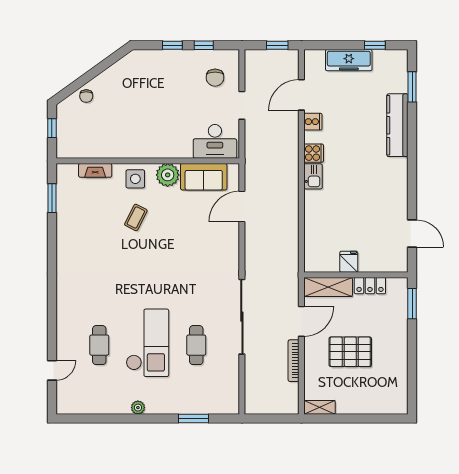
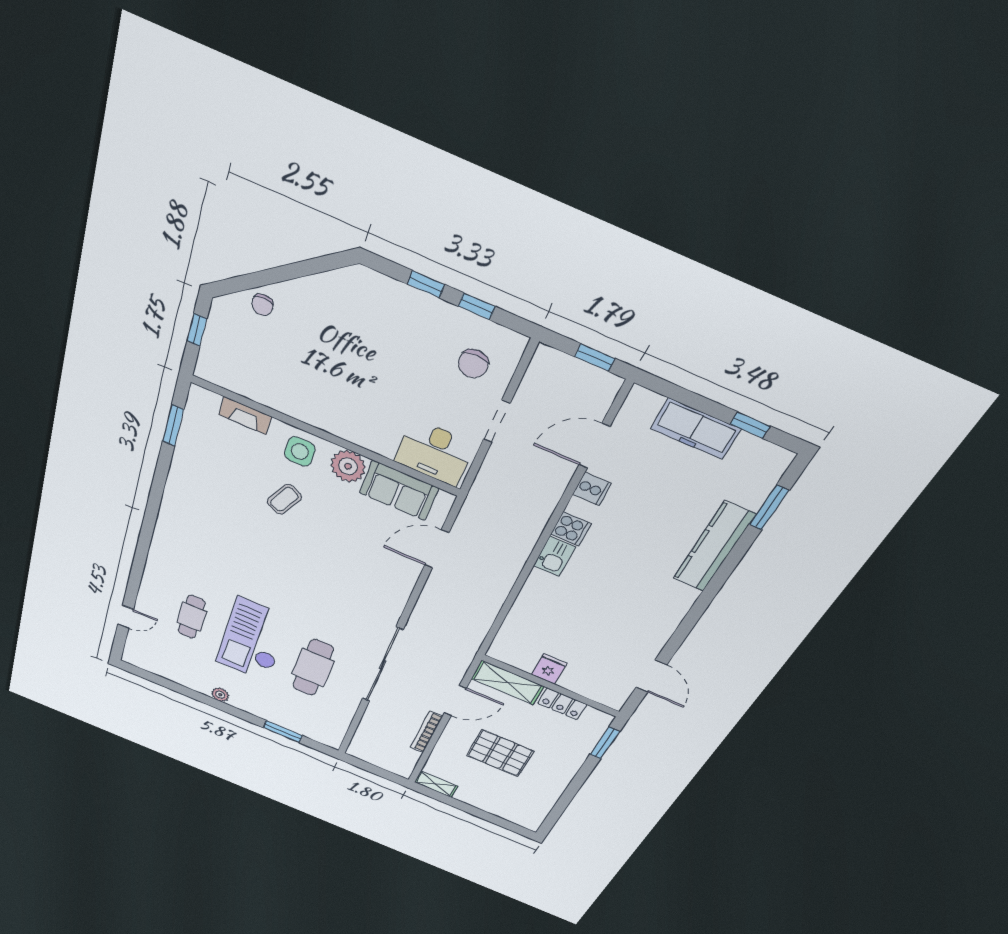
checkout: (147, 343) -> (253, 640), turned 180
cafe table: (196, 345) -> (313, 668), width x1.37, depth x1.35

